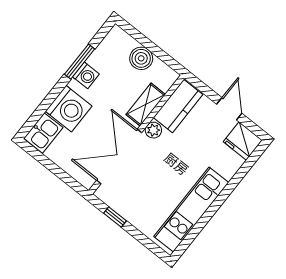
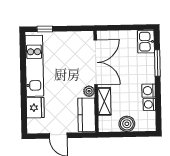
window: (80, 62) -> (157, 63), moved
washing machine: (69, 109) -> (149, 104), moved, width x0.53, depth x0.53
fridge: (243, 141) -> (35, 108), moved, turned 90
window: (115, 217) -> (45, 29), moved

